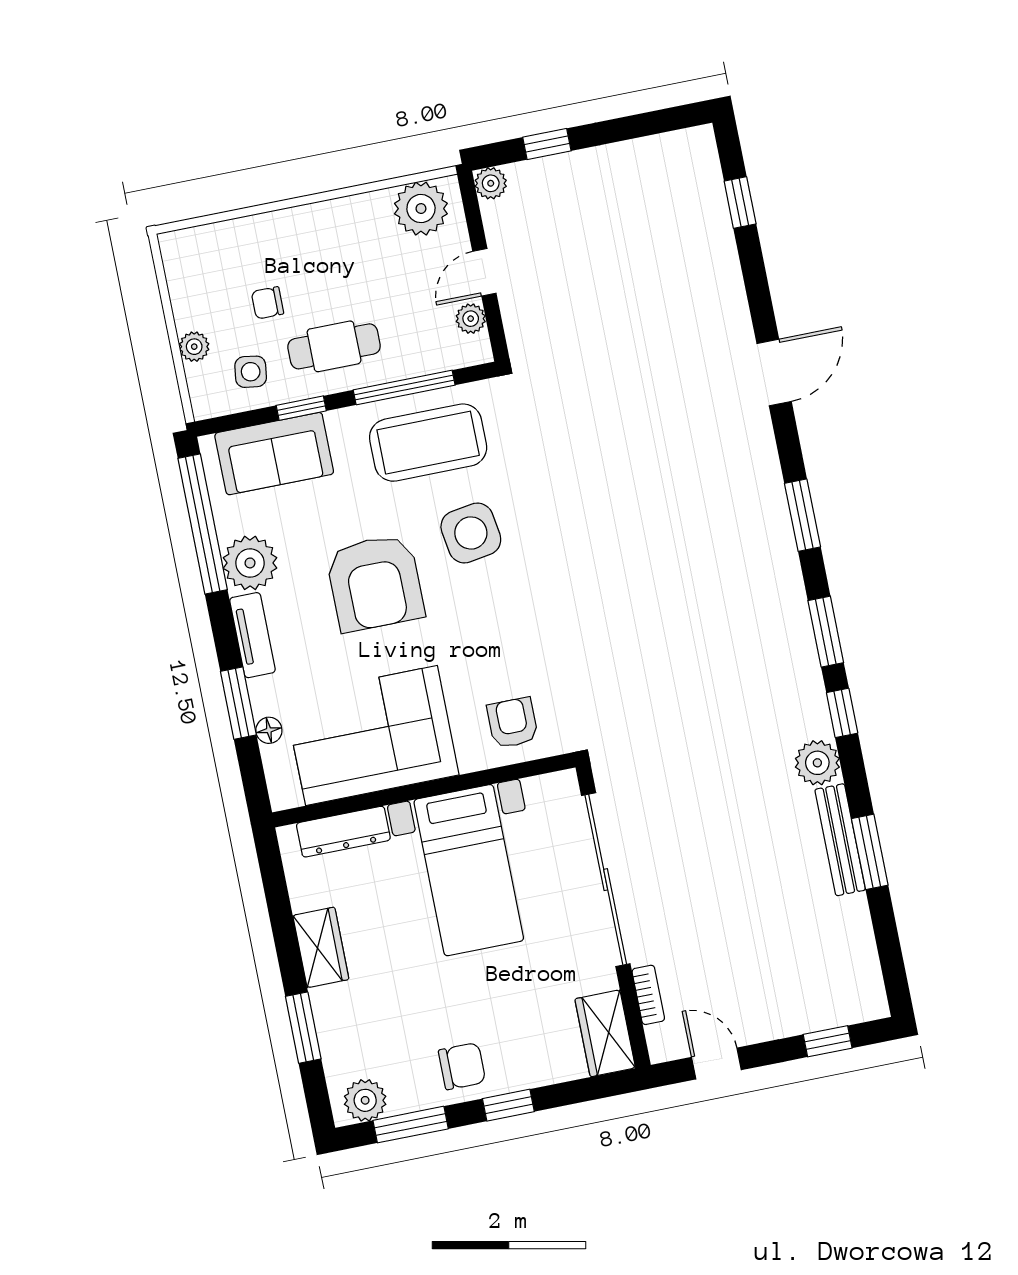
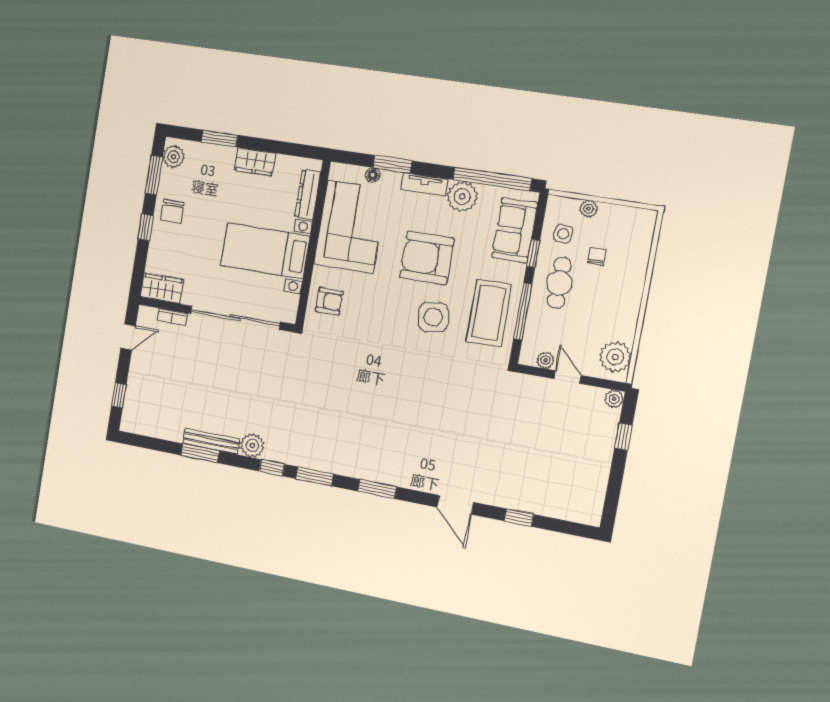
window: (740, 202) -> (519, 518), moved

